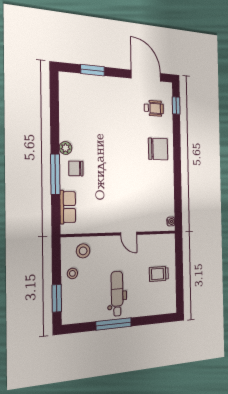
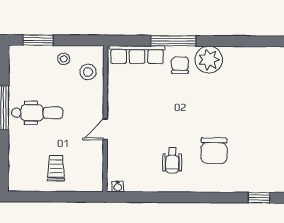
wheelchair: (154, 108) -> (172, 160), moved
plant: (66, 148) -> (209, 60), width x1.87, depth x1.87
chair: (158, 149) -> (214, 151), moved
row of seats: (68, 207) -> (137, 55), width x1.48

